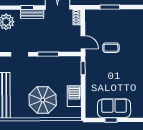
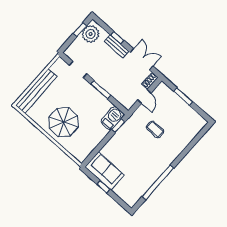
door: (83, 42) -> (144, 96), moved
barbecue: (74, 96) -> (112, 118), moved
sofa: (114, 108) -> (105, 171), moved

